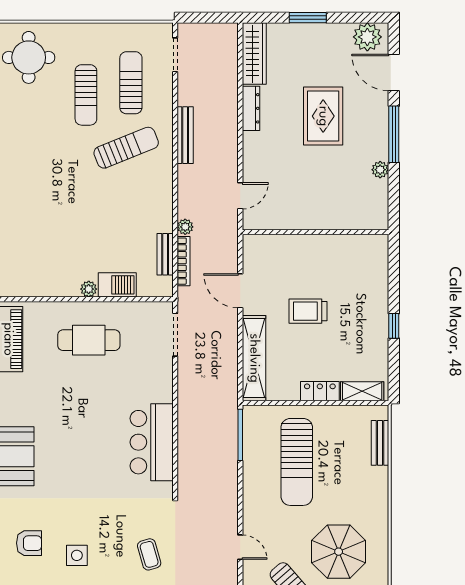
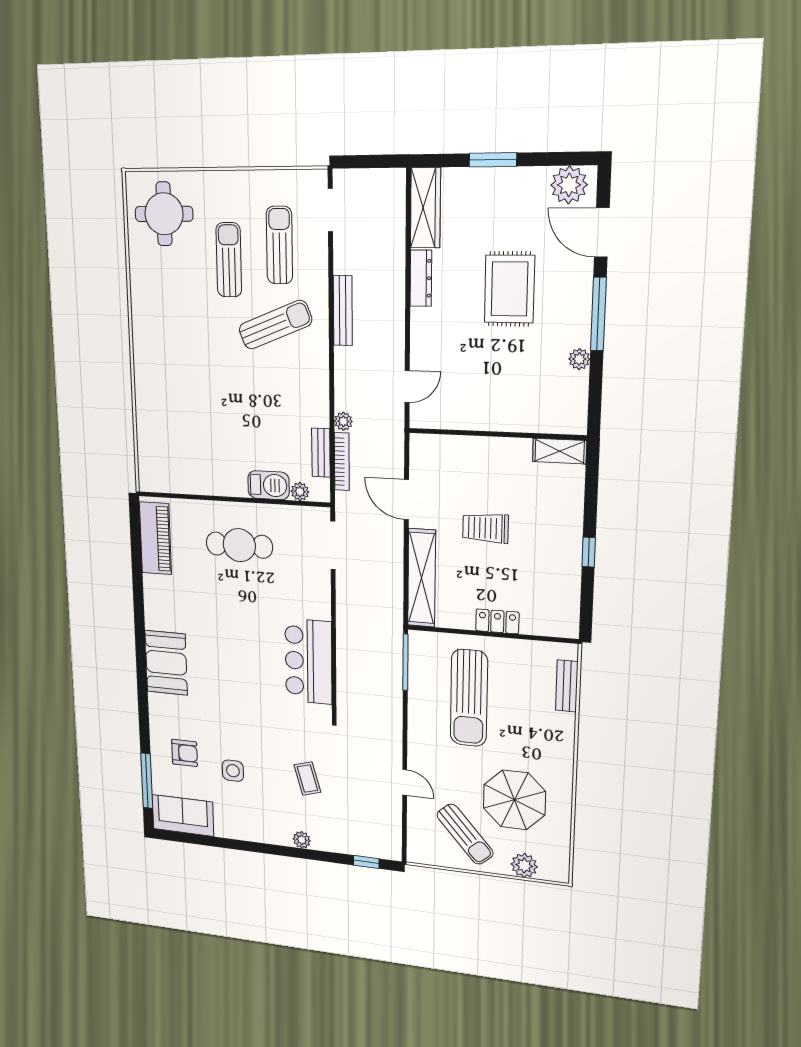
sun lounger: (86, 95) -> (229, 260), turned 180
plant: (89, 289) -> (300, 492), moved
shelving: (362, 391) -> (560, 451), moved

